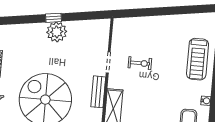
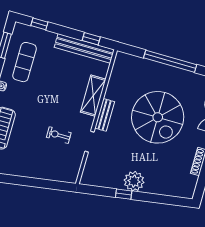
window: (54, 18) -> (124, 194), moved

